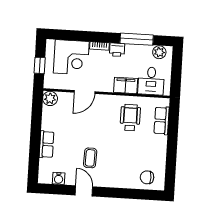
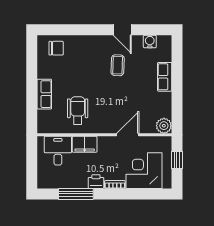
plant: (159, 52) -> (51, 182), removed
wheelchair: (130, 118) -> (78, 111), turned 180
row of seats: (162, 121) -> (44, 94), moved

